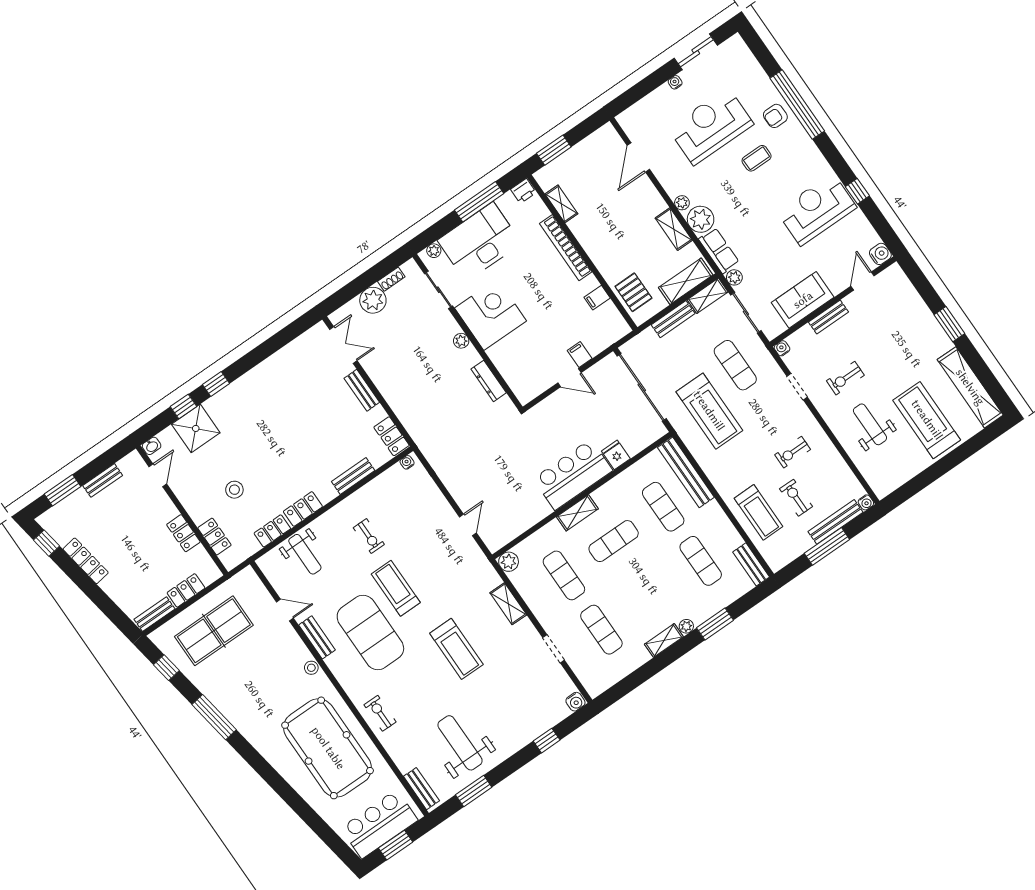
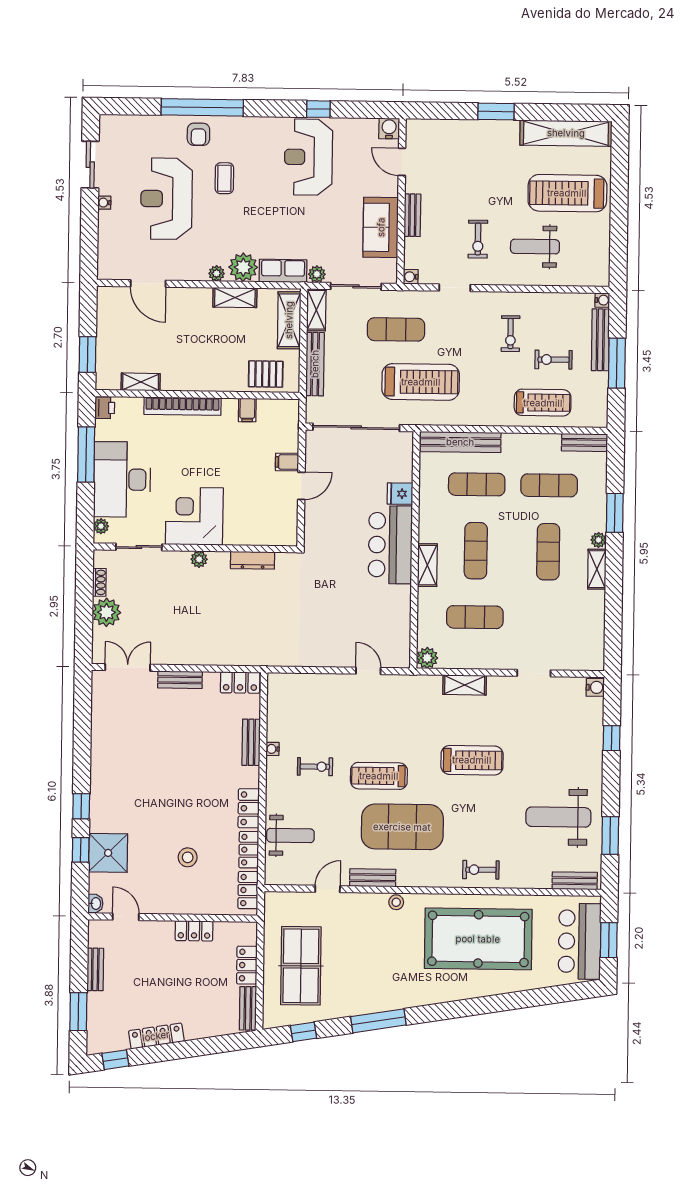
bench: (673, 319) -> (315, 364), width x1.36
water cooler: (407, 462) -> (273, 749), moved
locker: (214, 537) -> (248, 890), moved, turned -90
exercise mat: (601, 630) -> (548, 552), moved, turned 90

